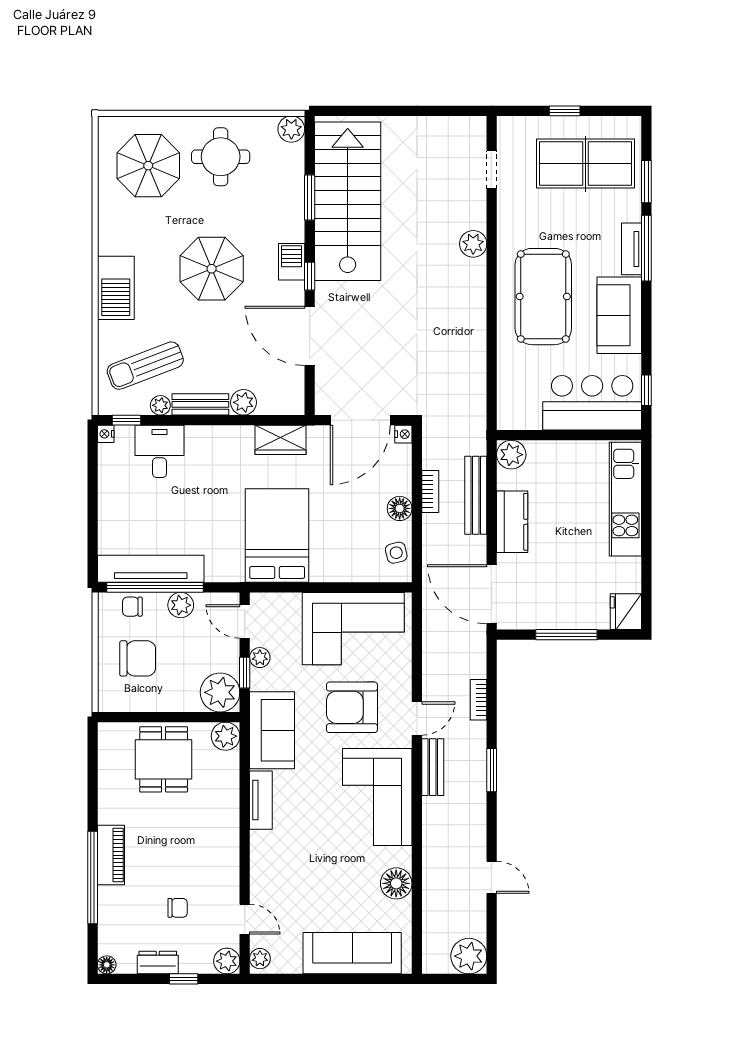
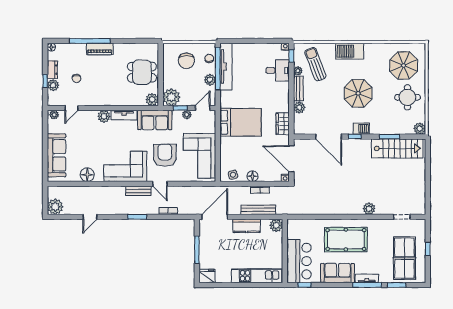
stairs: (348, 201) -> (397, 148), width x0.73, depth x0.66
door: (310, 336) -> (329, 137), swing flipped
plant: (264, 845) -> (104, 116), added
plant: (227, 961) -> (53, 85), moved

